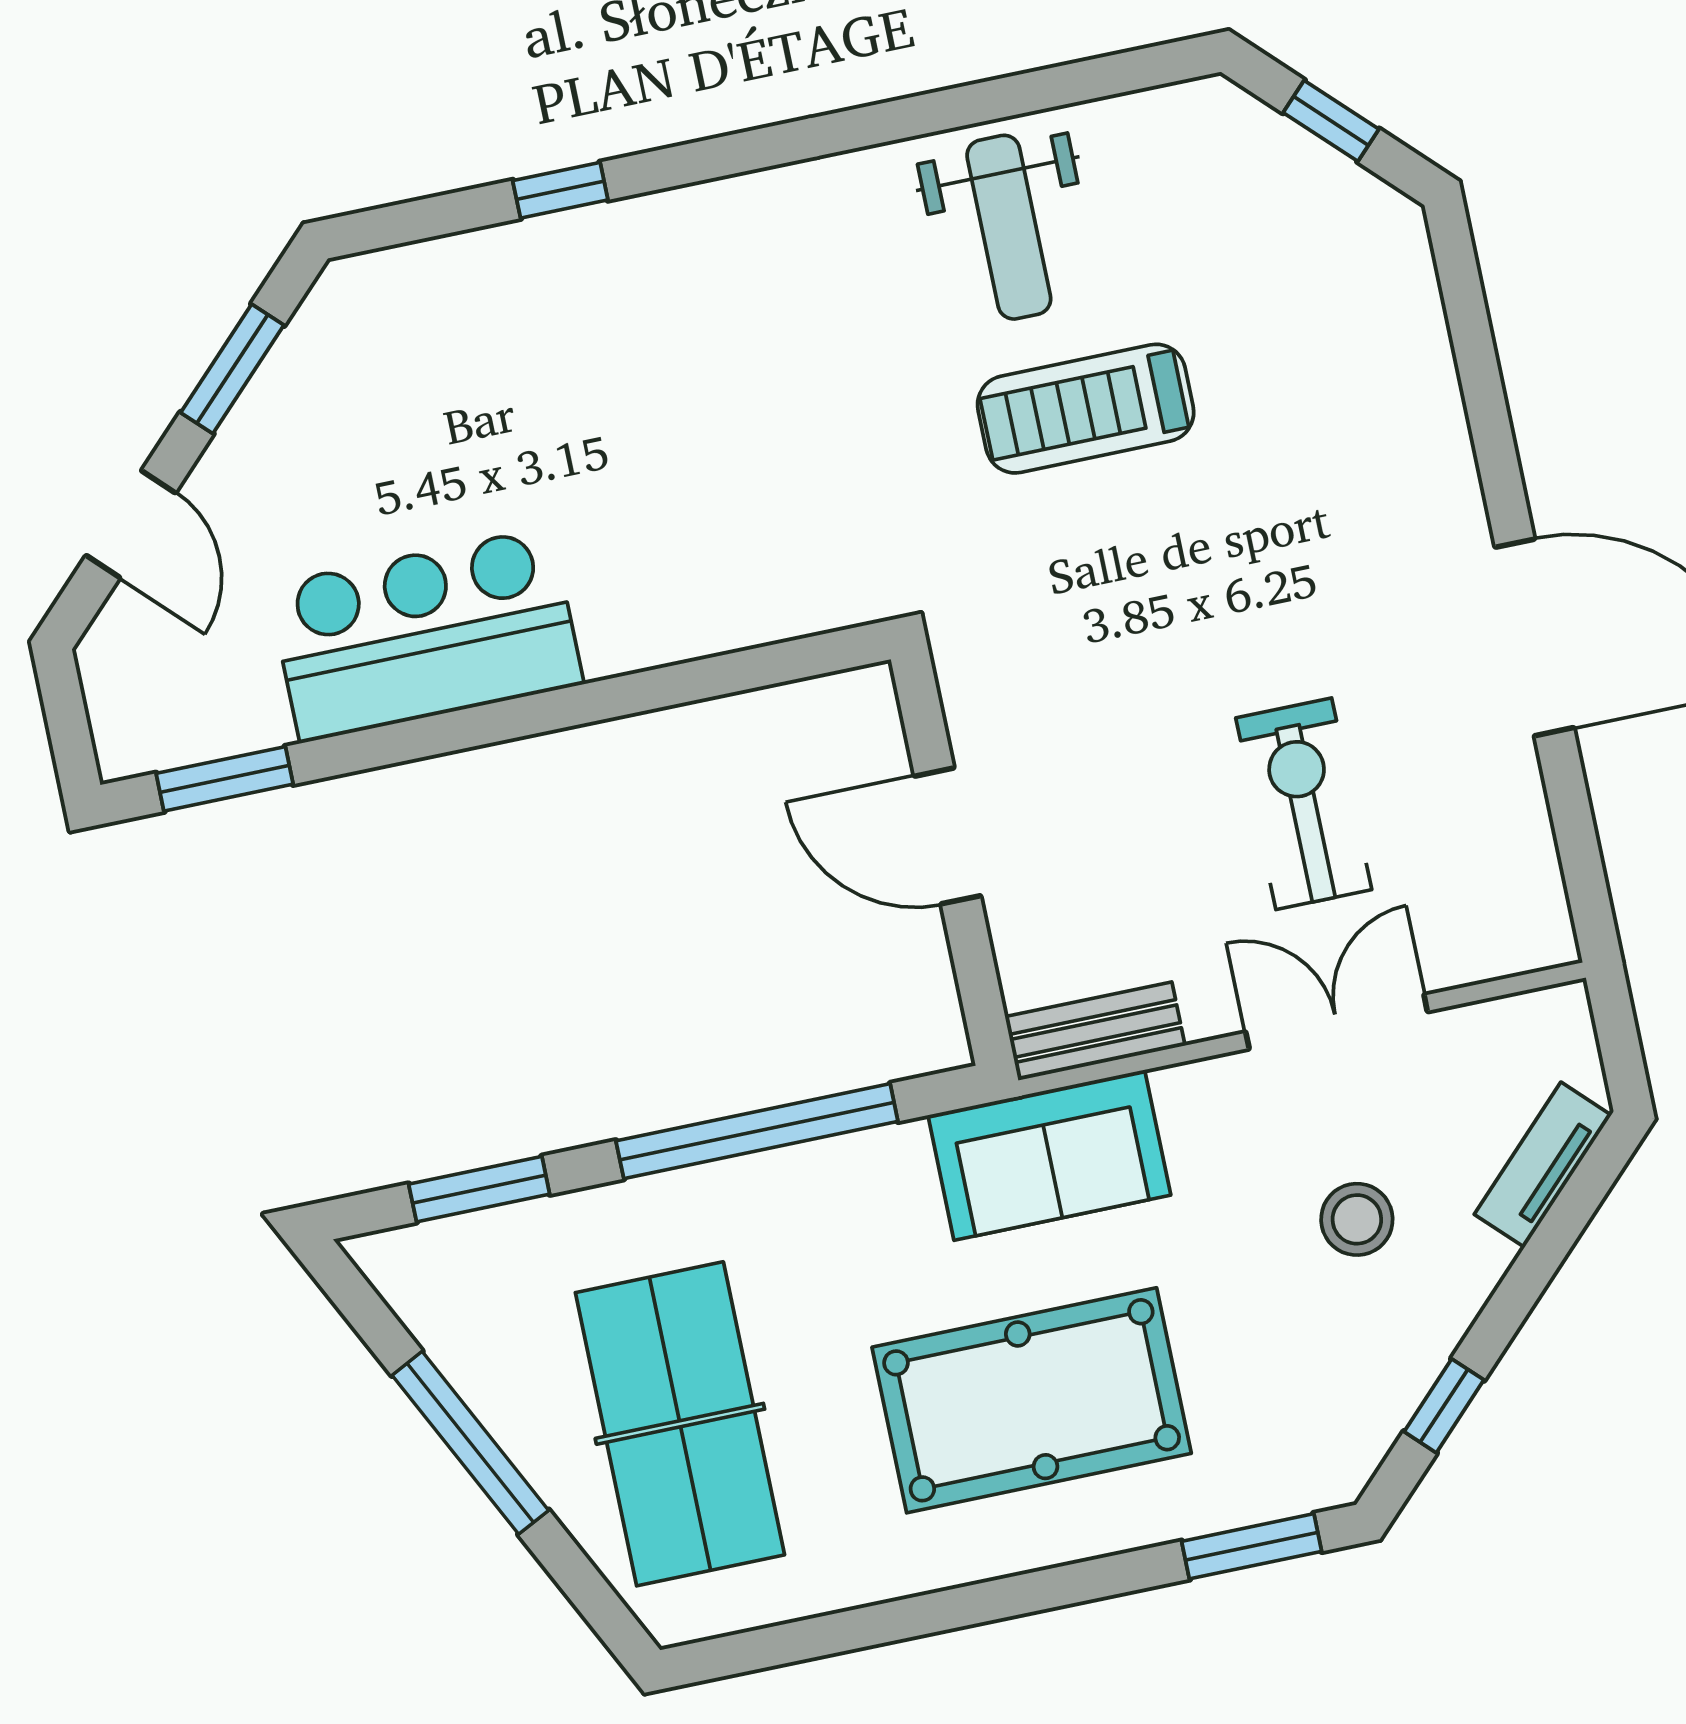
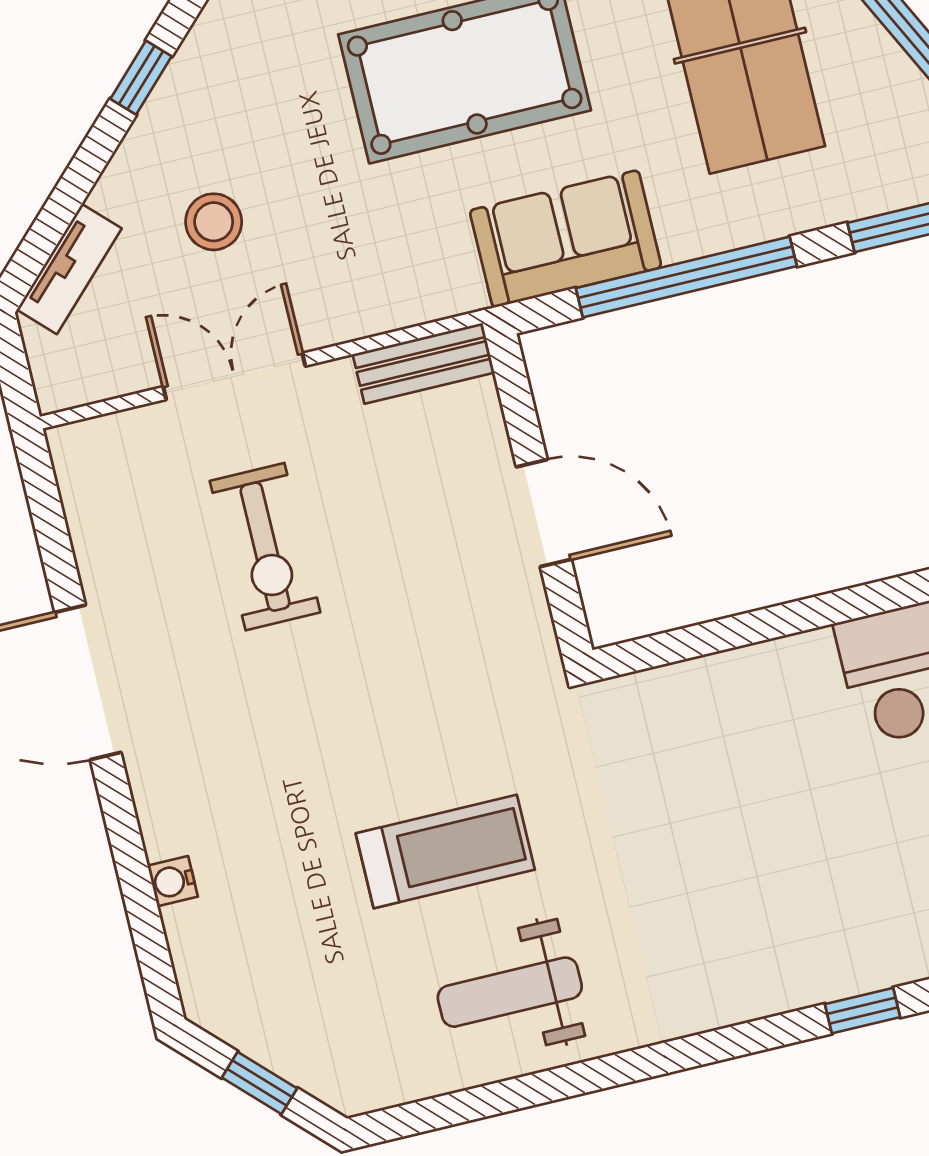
weight bench: (1009, 227) -> (510, 992), turned -90
water cooler: (1434, 381) -> (173, 881), added
double door: (1337, 1022) -> (234, 376), swing flipped
sofa: (1049, 1155) -> (566, 239), moved

